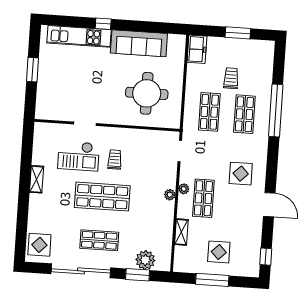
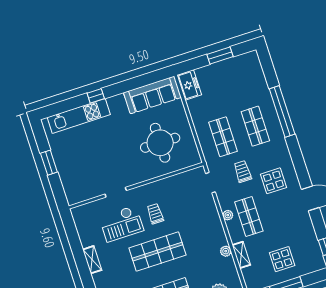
sofa: (139, 43) -> (152, 95), moved
trolley: (231, 78) -> (243, 172), moved
plant: (170, 195) -> (226, 251), moved

